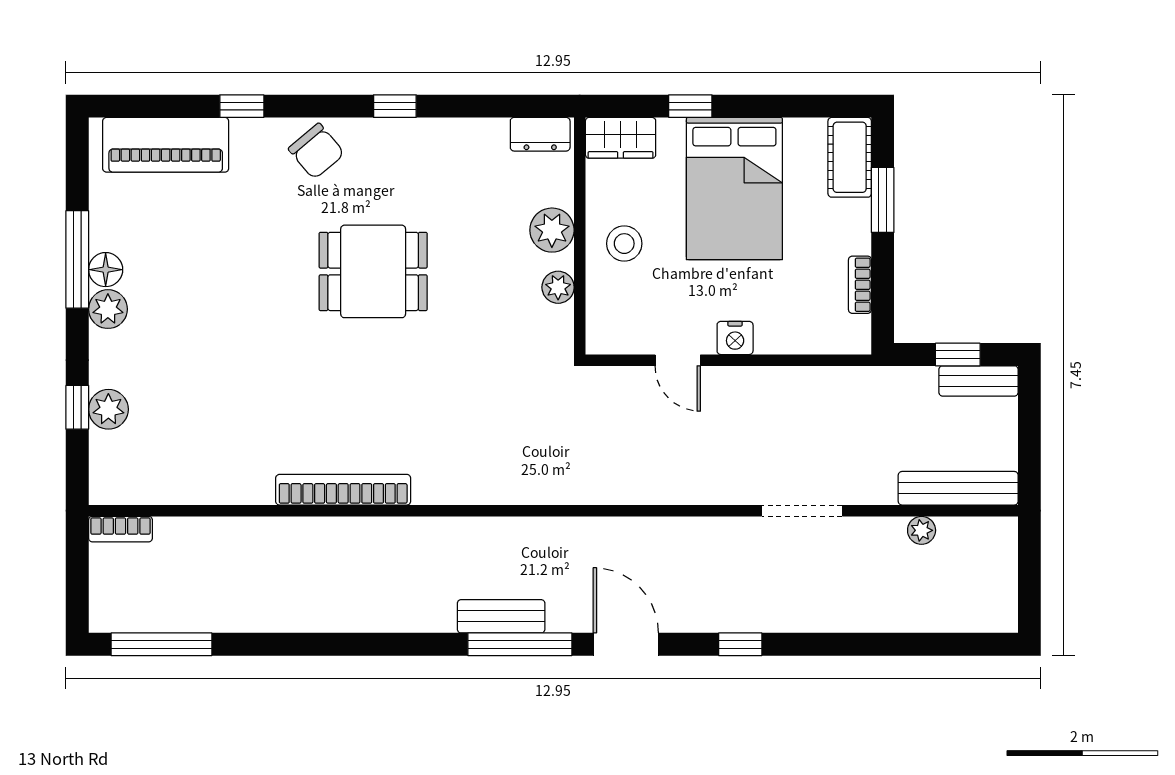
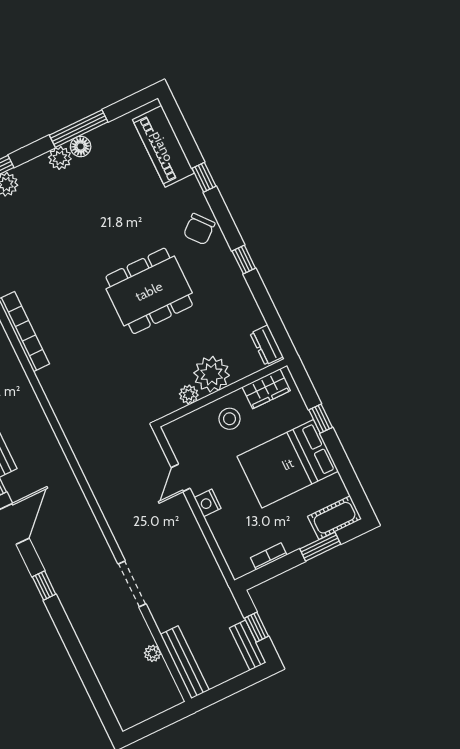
wardrobe: (621, 138) -> (266, 389), moved, turned -90
plant: (552, 230) -> (212, 374), width x1.36, depth x1.36
dining table: (373, 271) -> (149, 291), width x1.38

